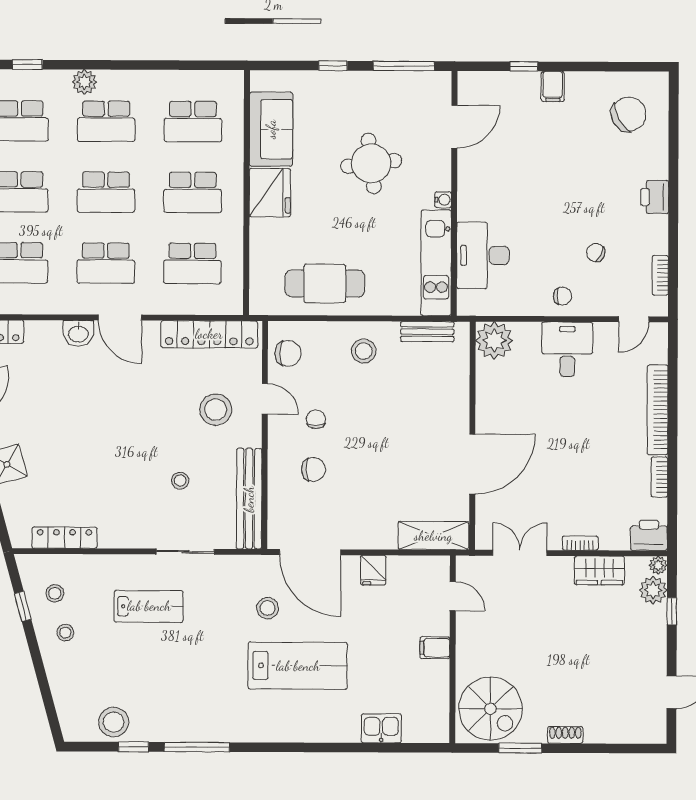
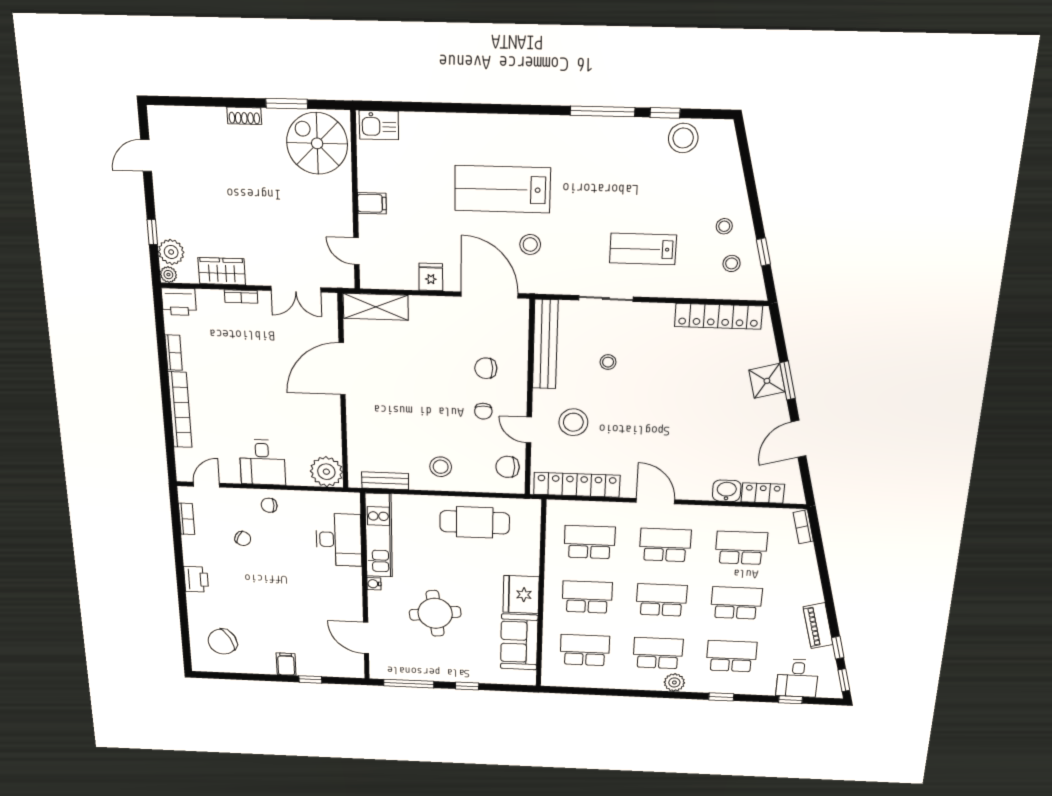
door: (454, 127) -> (366, 638), hinge flipped
washbasin: (78, 333) -> (727, 491), moved
locker: (64, 538) -> (718, 316), width x1.41, depth x1.21
kitchen sink: (381, 728) -> (379, 125), moved

